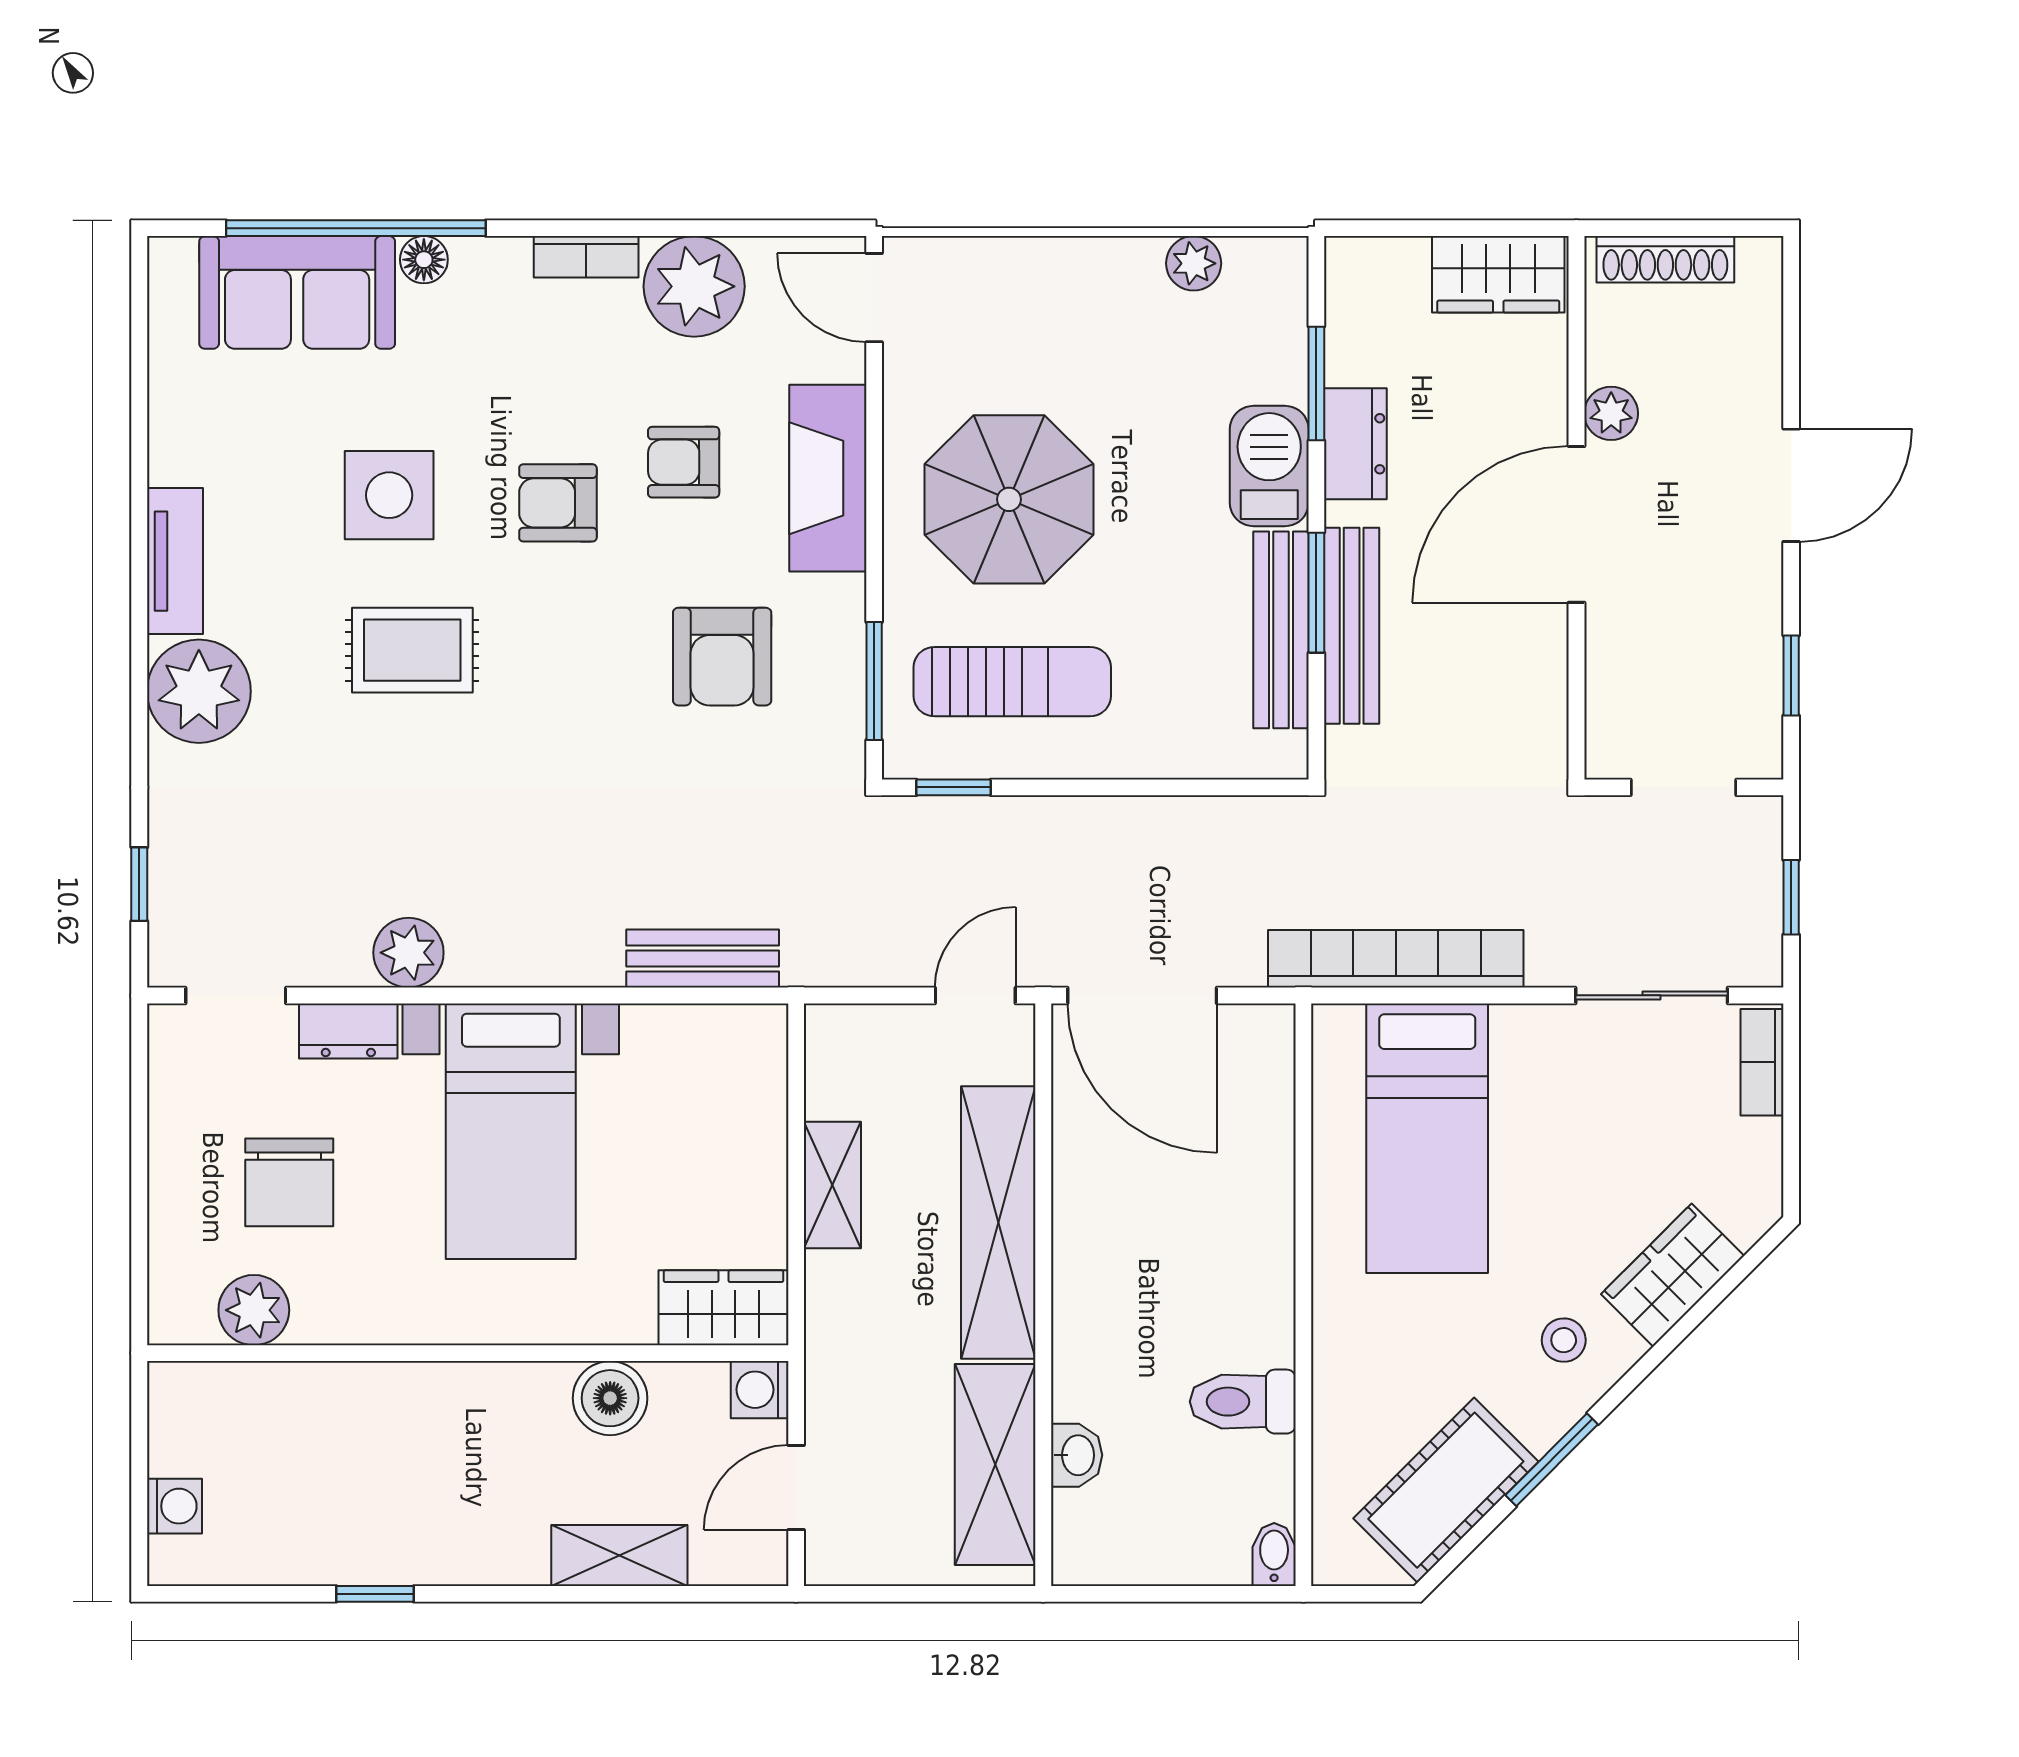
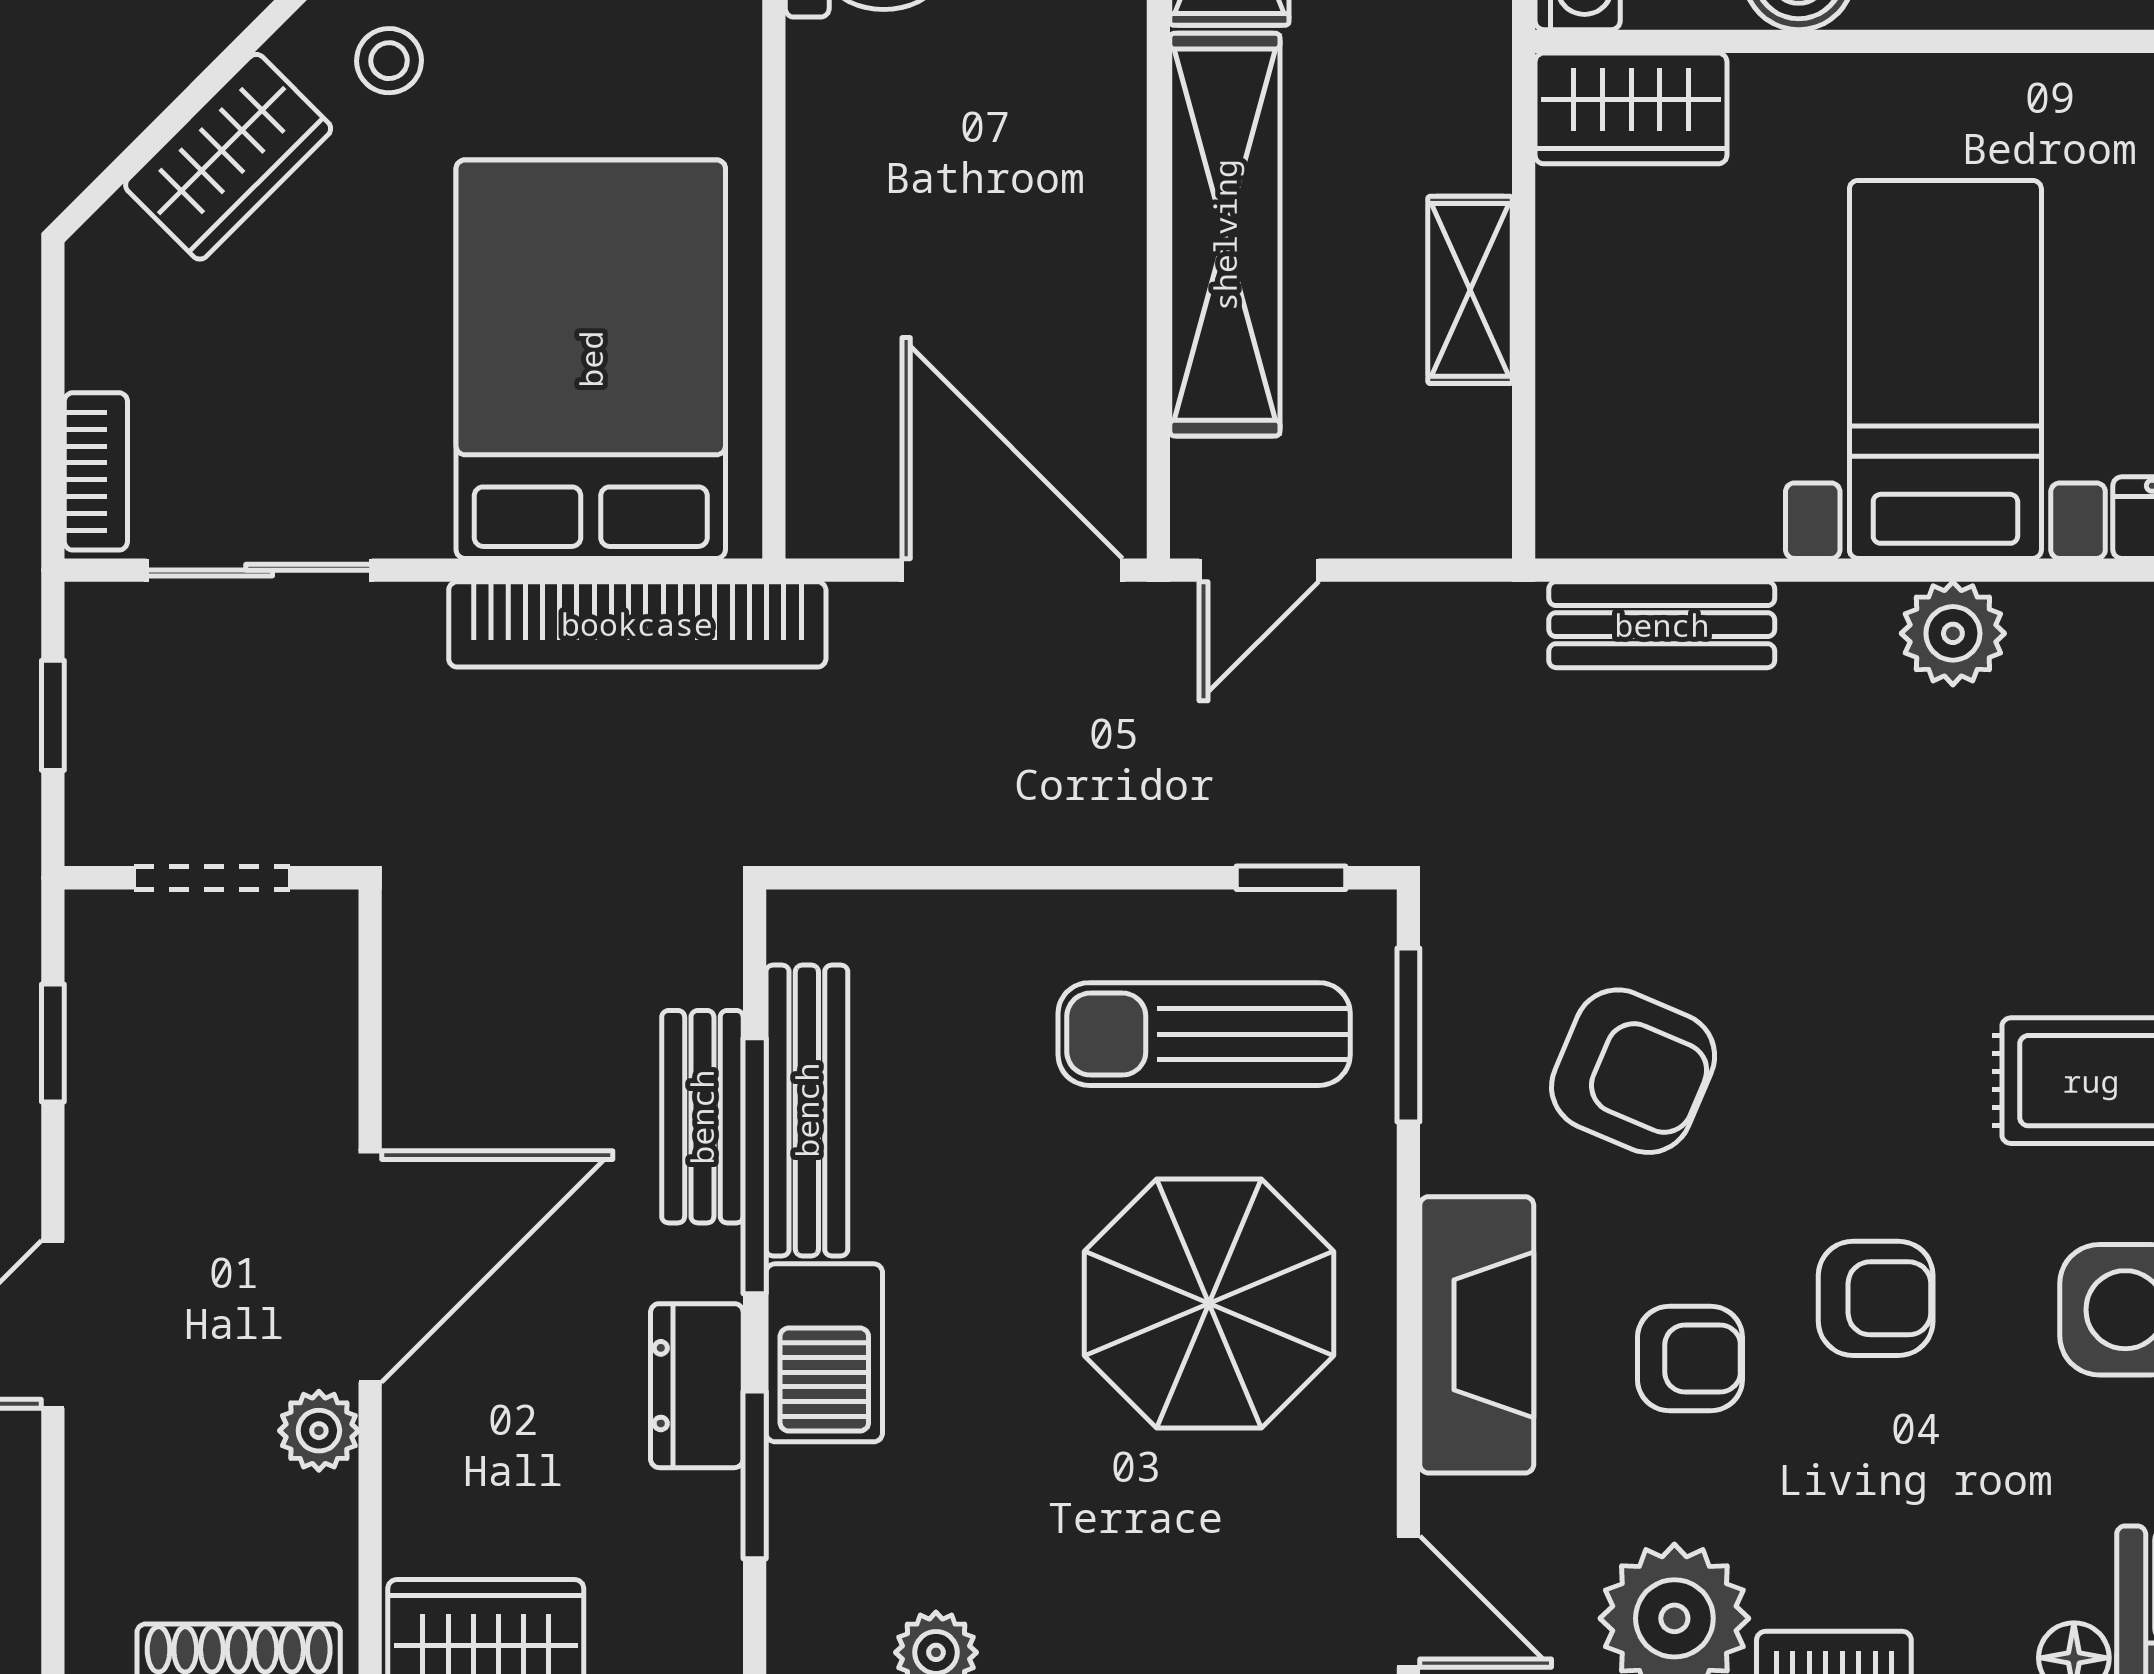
window: (1316, 593) -> (755, 1166), width x1.44
bench: (1352, 626) -> (702, 1117), width x0.73
armchair: (722, 657) -> (1633, 1071), turned 113
plant: (408, 953) -> (1953, 633), moved
bed: (1427, 1138) -> (591, 359), width x1.50

